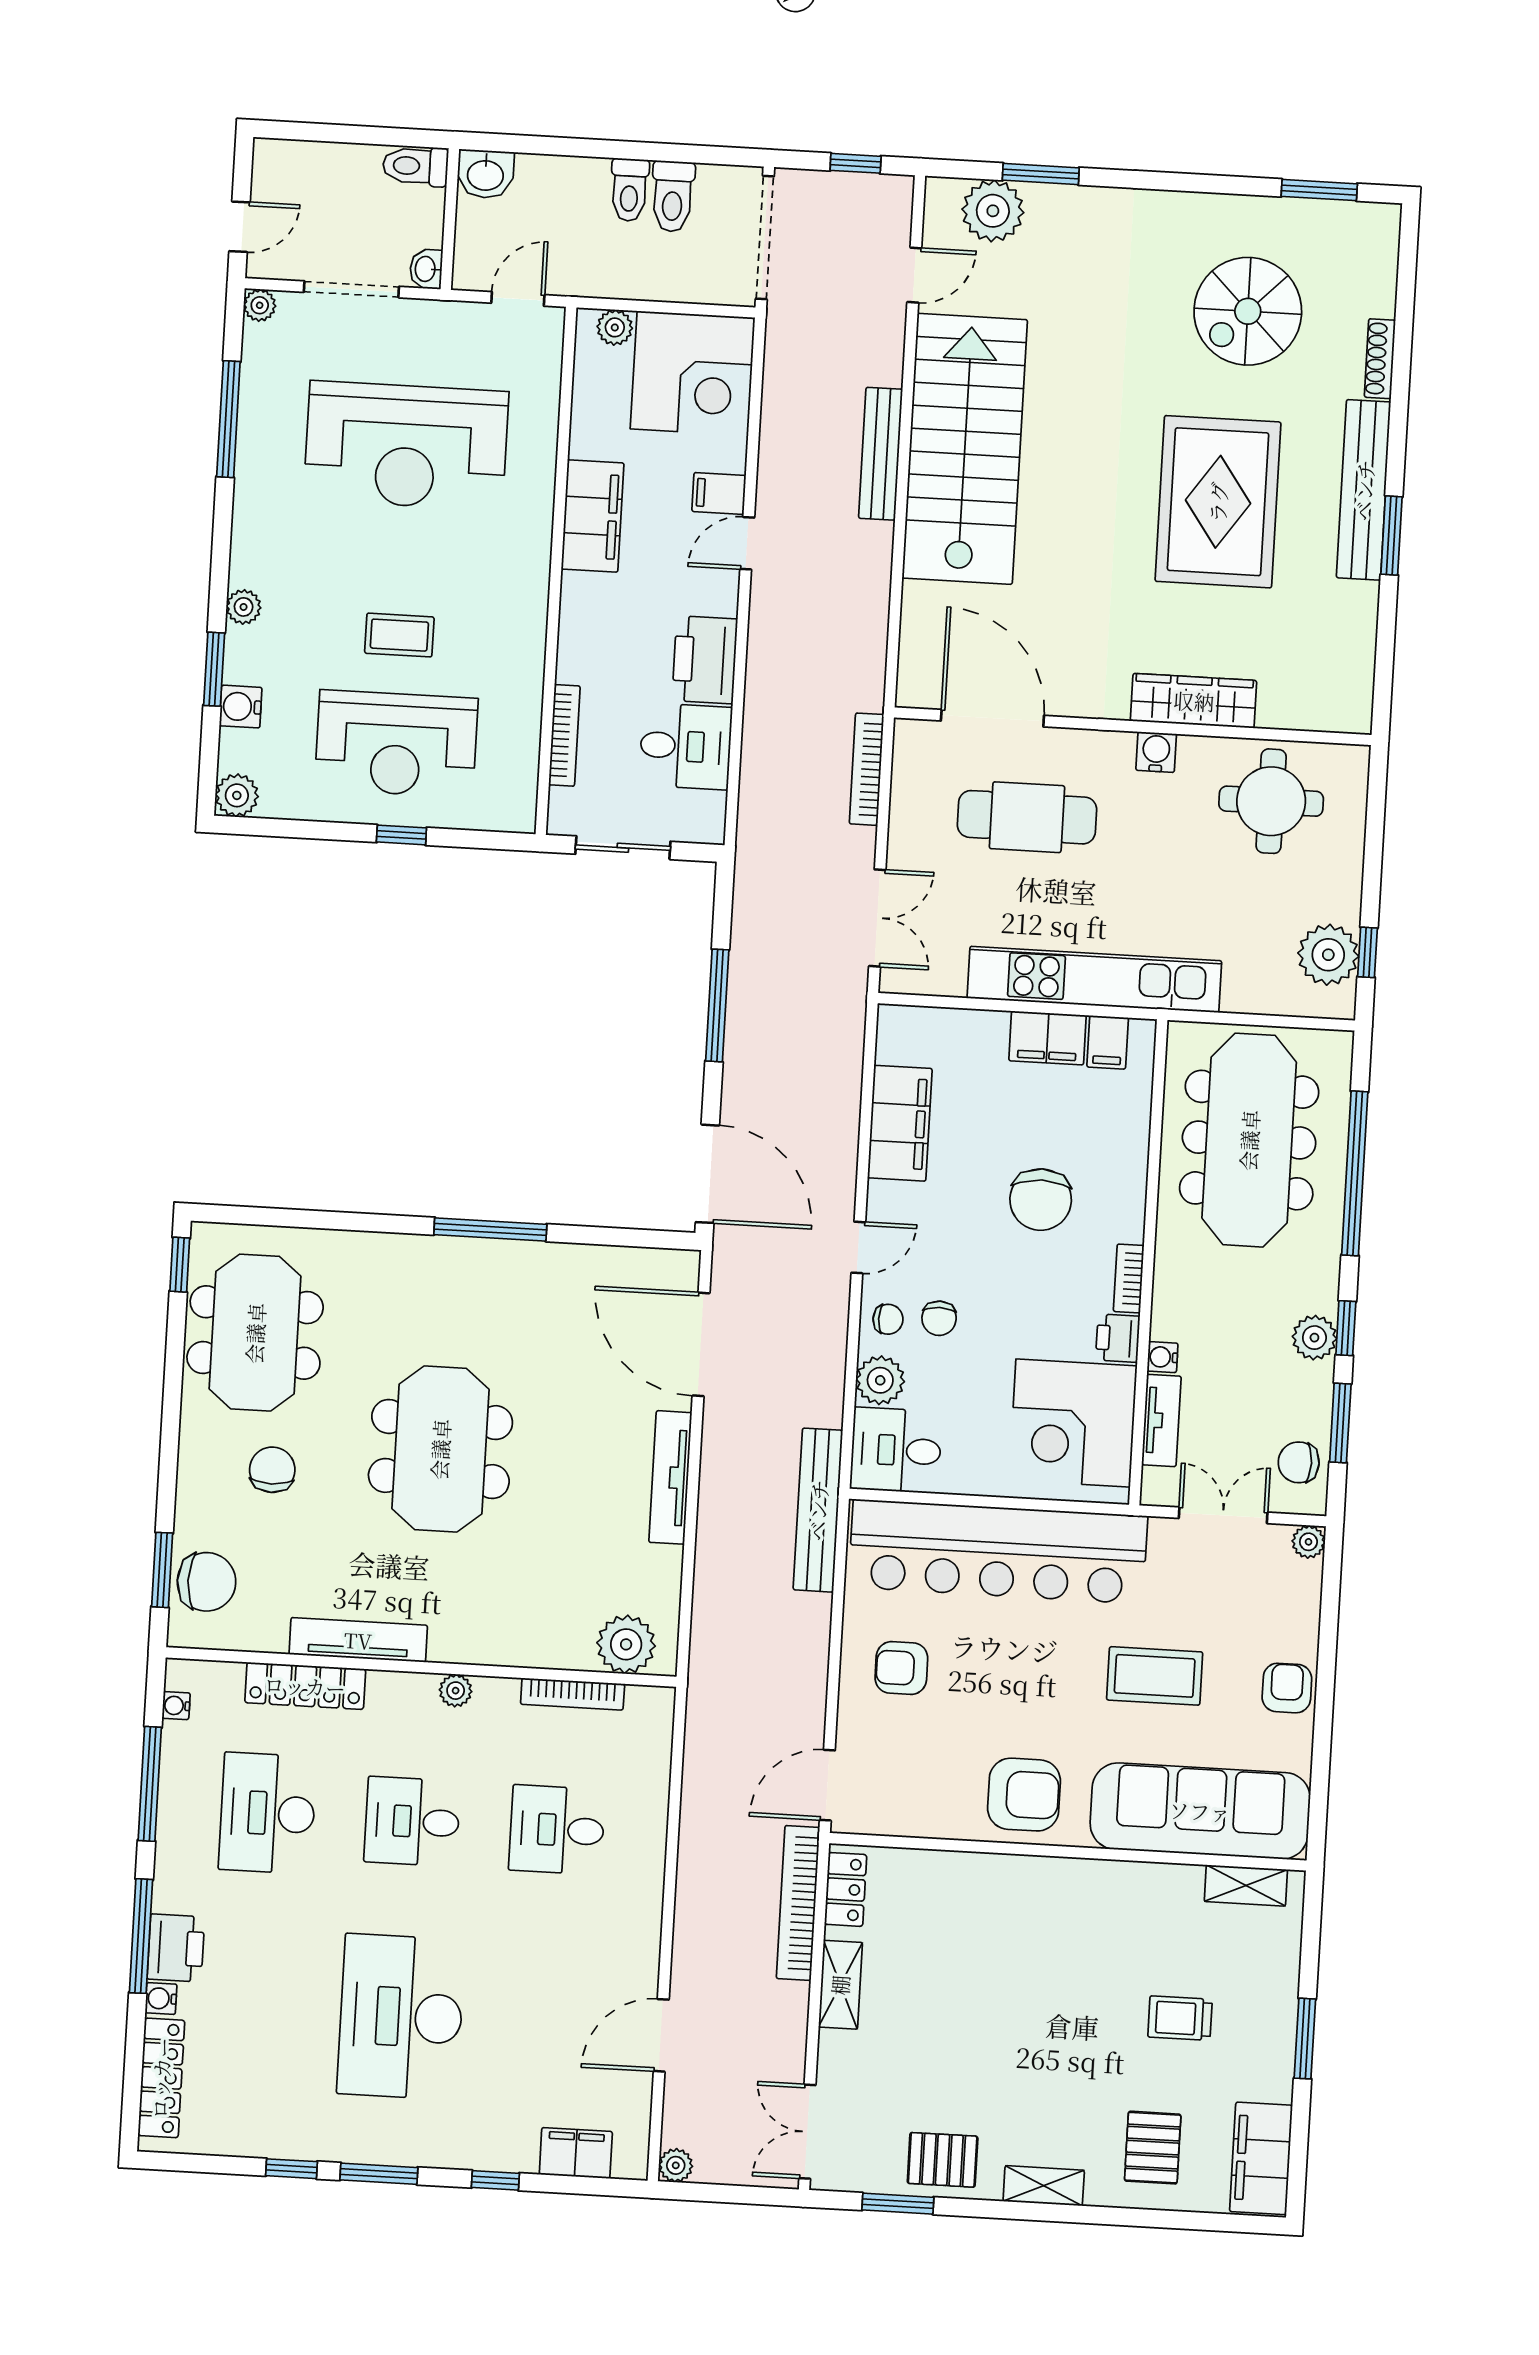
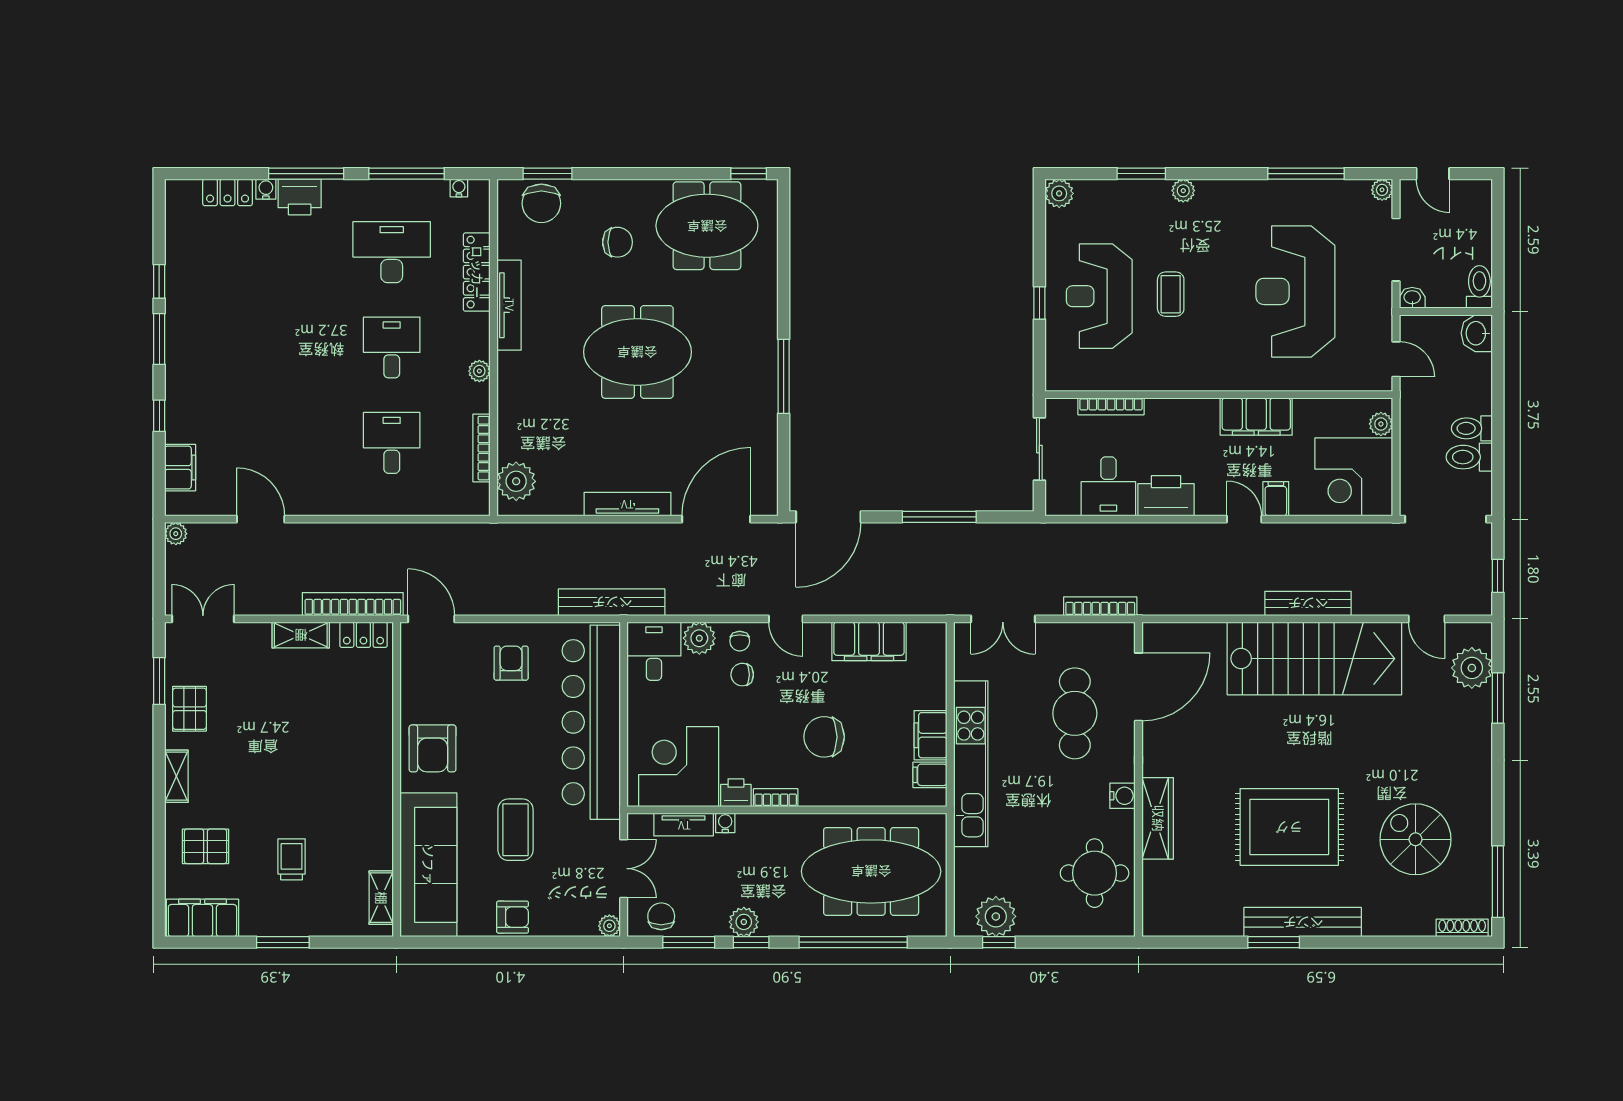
window: (1319, 190) -> (1498, 882), width x1.44
shoe rack: (1380, 359) -> (1462, 928), moved
water cooler: (241, 707) -> (1118, 193), removed
desk: (401, 2017) -> (263, 348), removed
locker: (161, 2078) -> (228, 192), width x0.66

